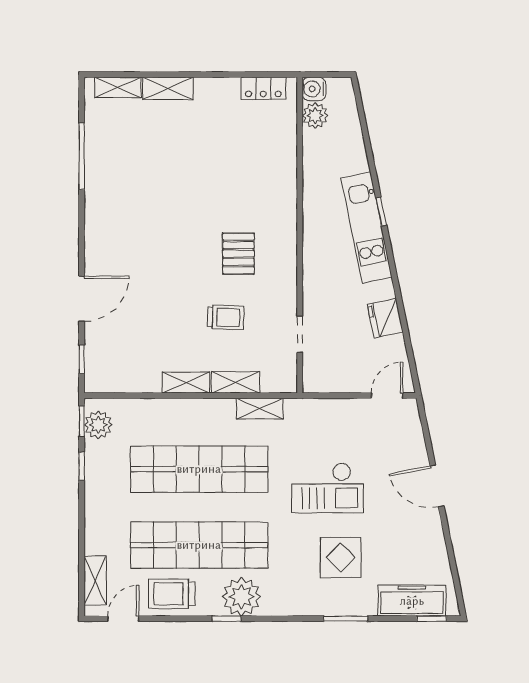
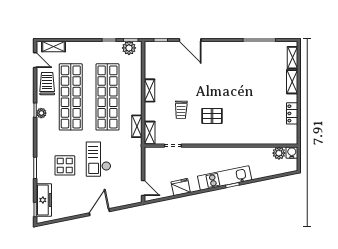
locker: (263, 88) -> (292, 113), moved
shelving: (236, 382) -> (150, 133), moved
plant: (241, 597) -> (41, 113), width x0.53, depth x0.53

